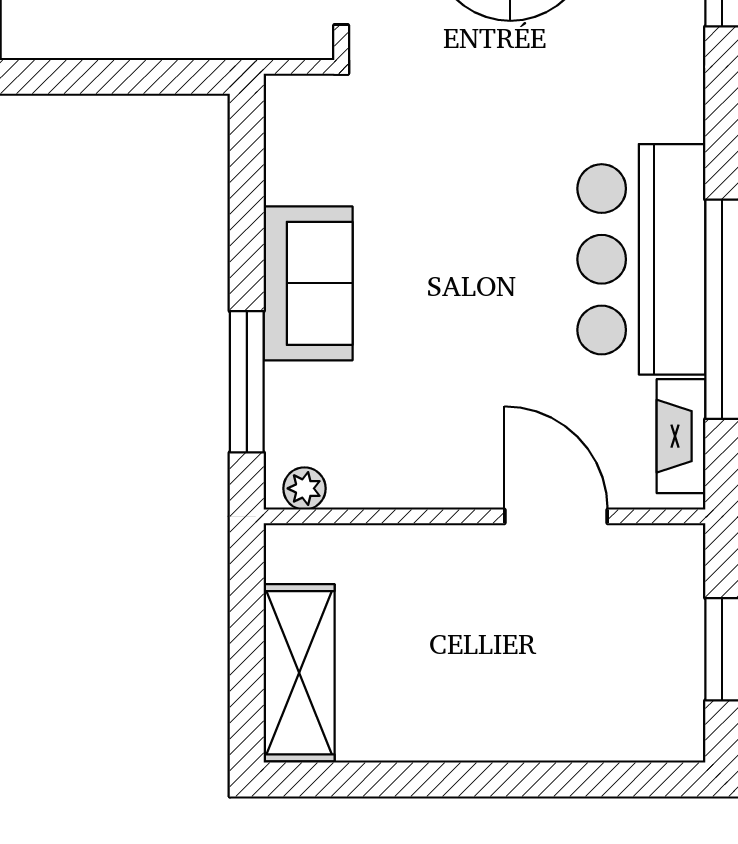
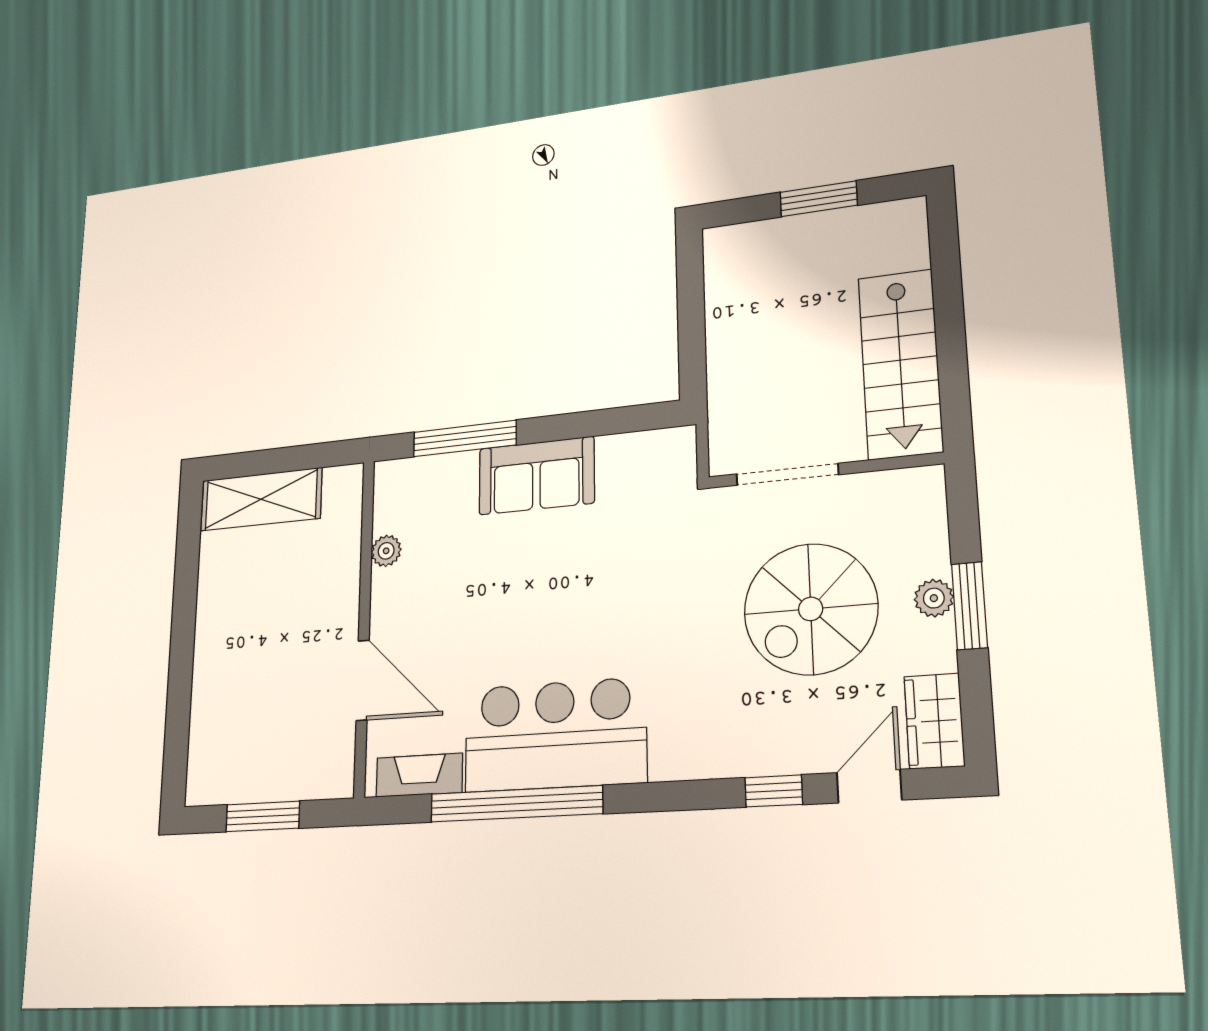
plant: (304, 488) -> (386, 551), moved
door: (556, 516) -> (363, 680), hinge flipped

